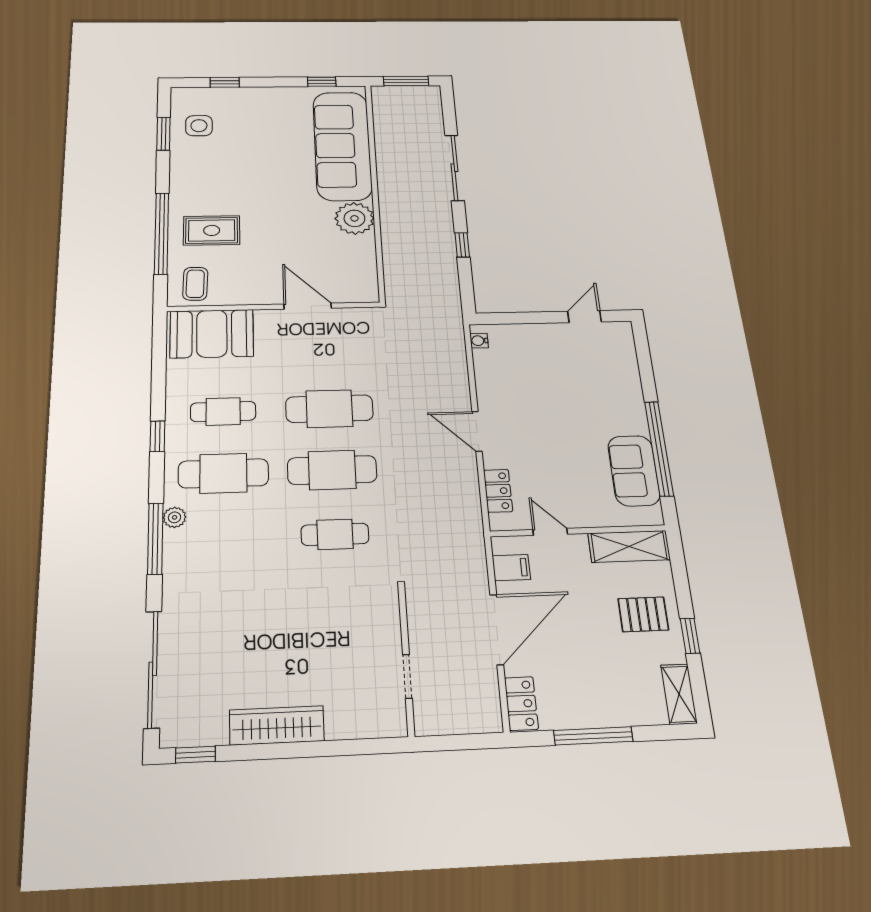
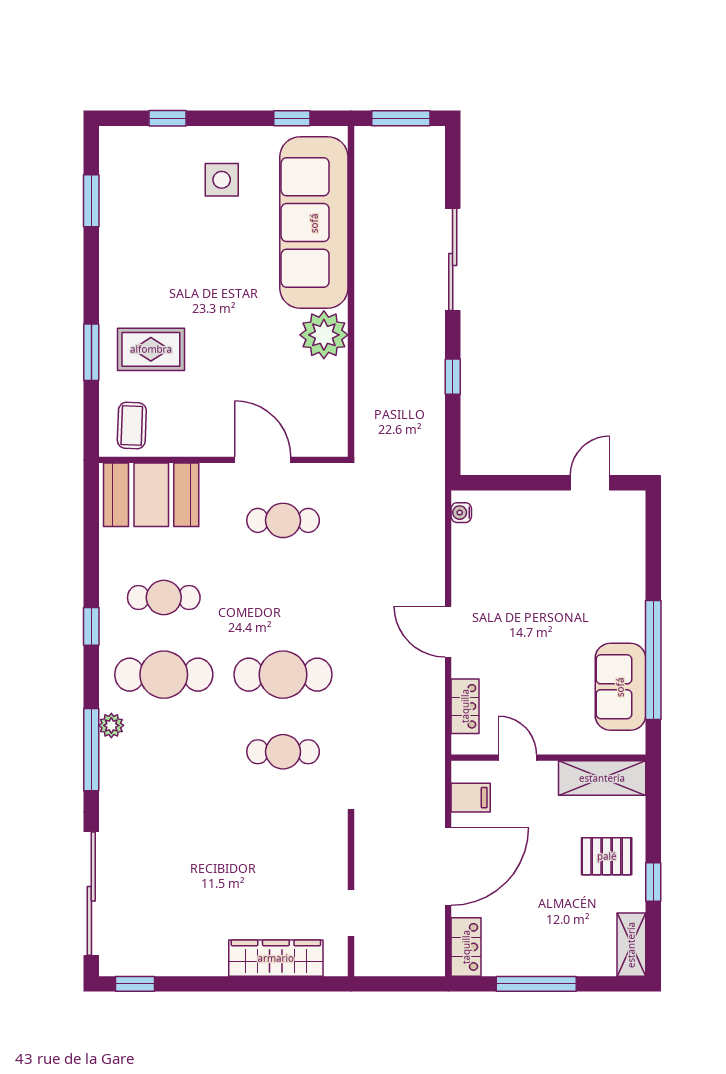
side table: (199, 126) -> (222, 180), moved
window: (161, 233) -> (91, 352), width x0.47
cafe table: (329, 409) -> (283, 520), moved, width x0.73, depth x0.74
wardrobe: (277, 725) -> (276, 958), moved

